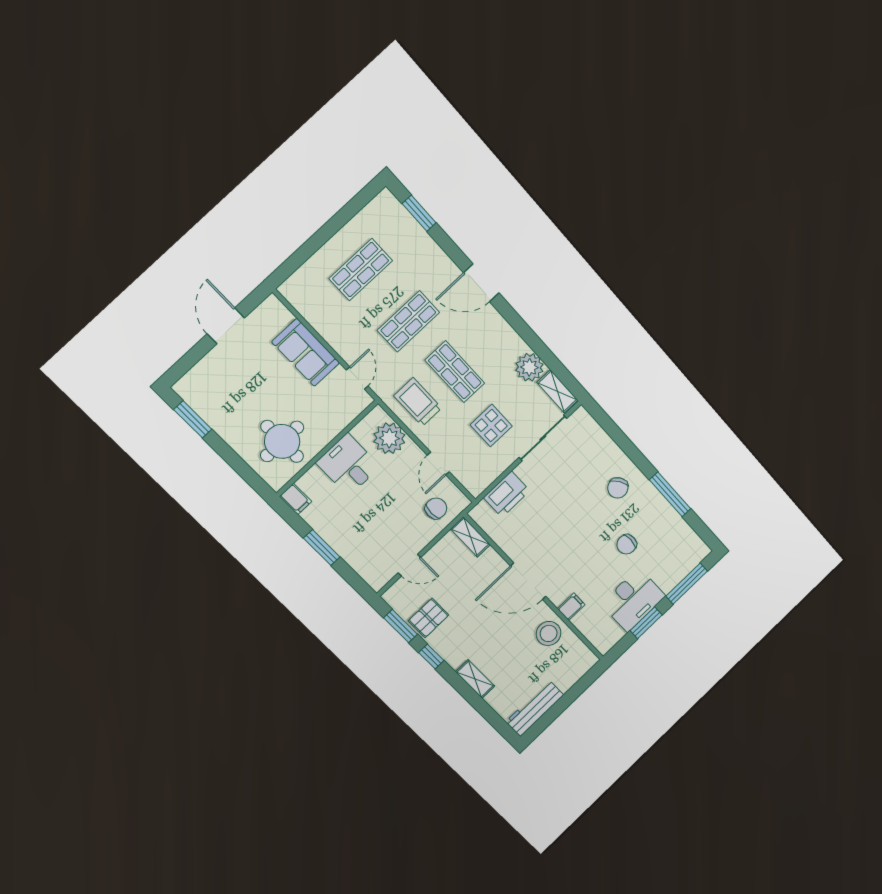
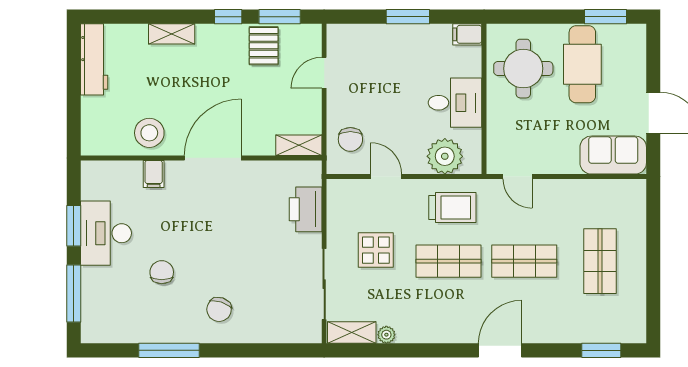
shop shelf: (408, 321) -> (524, 261), turned 90
sofa: (306, 352) -> (613, 155), moved
plant: (529, 367) -> (386, 335), width x0.53, depth x0.53
cafe table: (241, 405) -> (582, 64), added
chair: (618, 488) -> (219, 309), turned -129

